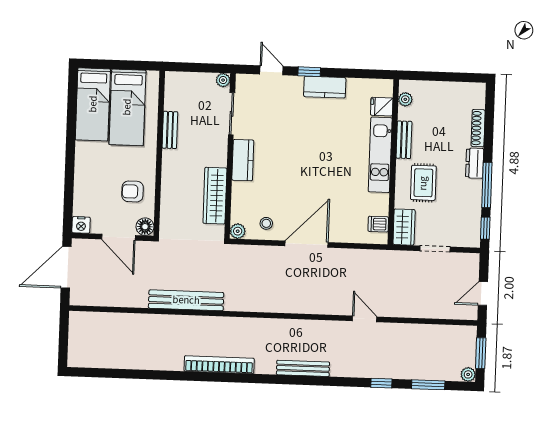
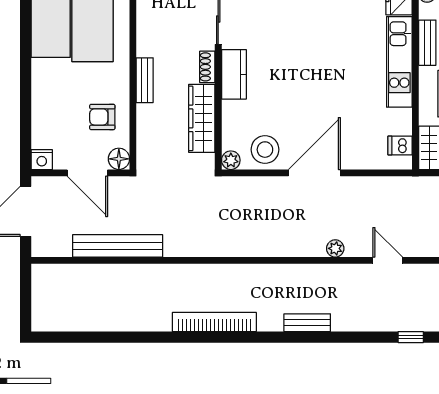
bench: (170, 130) -> (145, 80), moved
shoe rack: (221, 153) -> (207, 67), added
stool: (266, 223) -> (265, 150), width x1.89, depth x1.89
bench: (186, 300) -> (118, 246), moved
plant: (321, 307) -> (335, 248), added
bench: (303, 368) -> (307, 323), width x0.73

